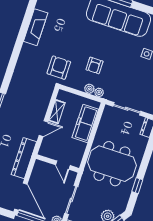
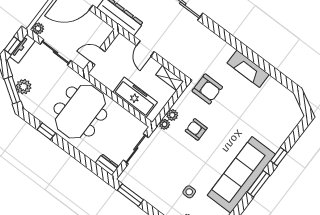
fireplace: (36, 27) -> (248, 69), moved
shelving: (57, 112) -> (170, 78), moved

